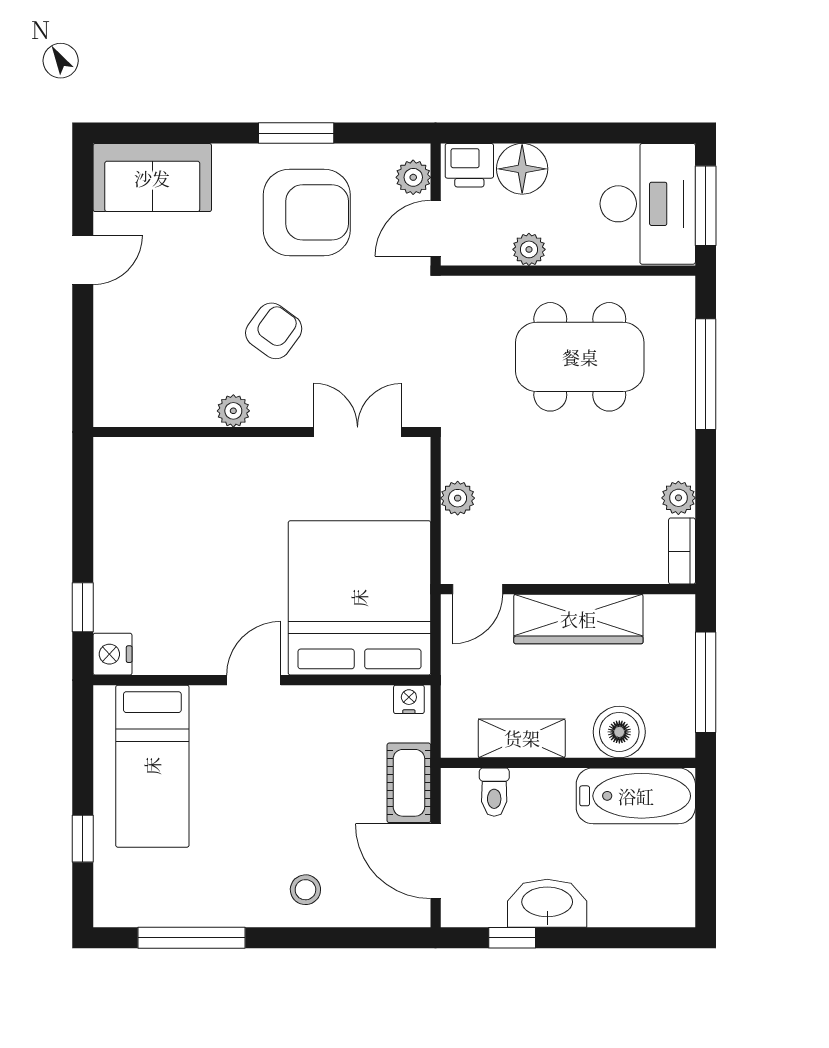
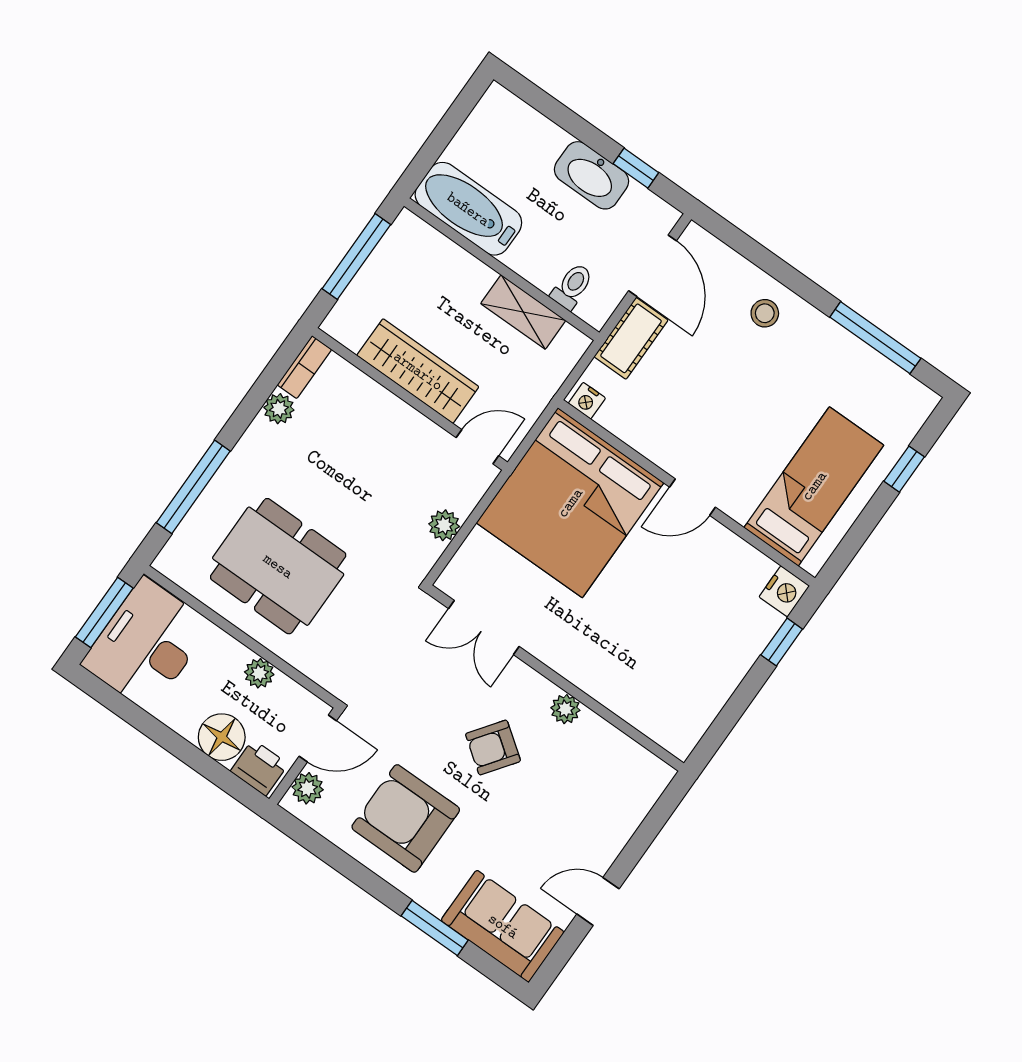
window: (296, 133) -> (435, 928), moved
boiler: (619, 732) -> (447, 265), removed

